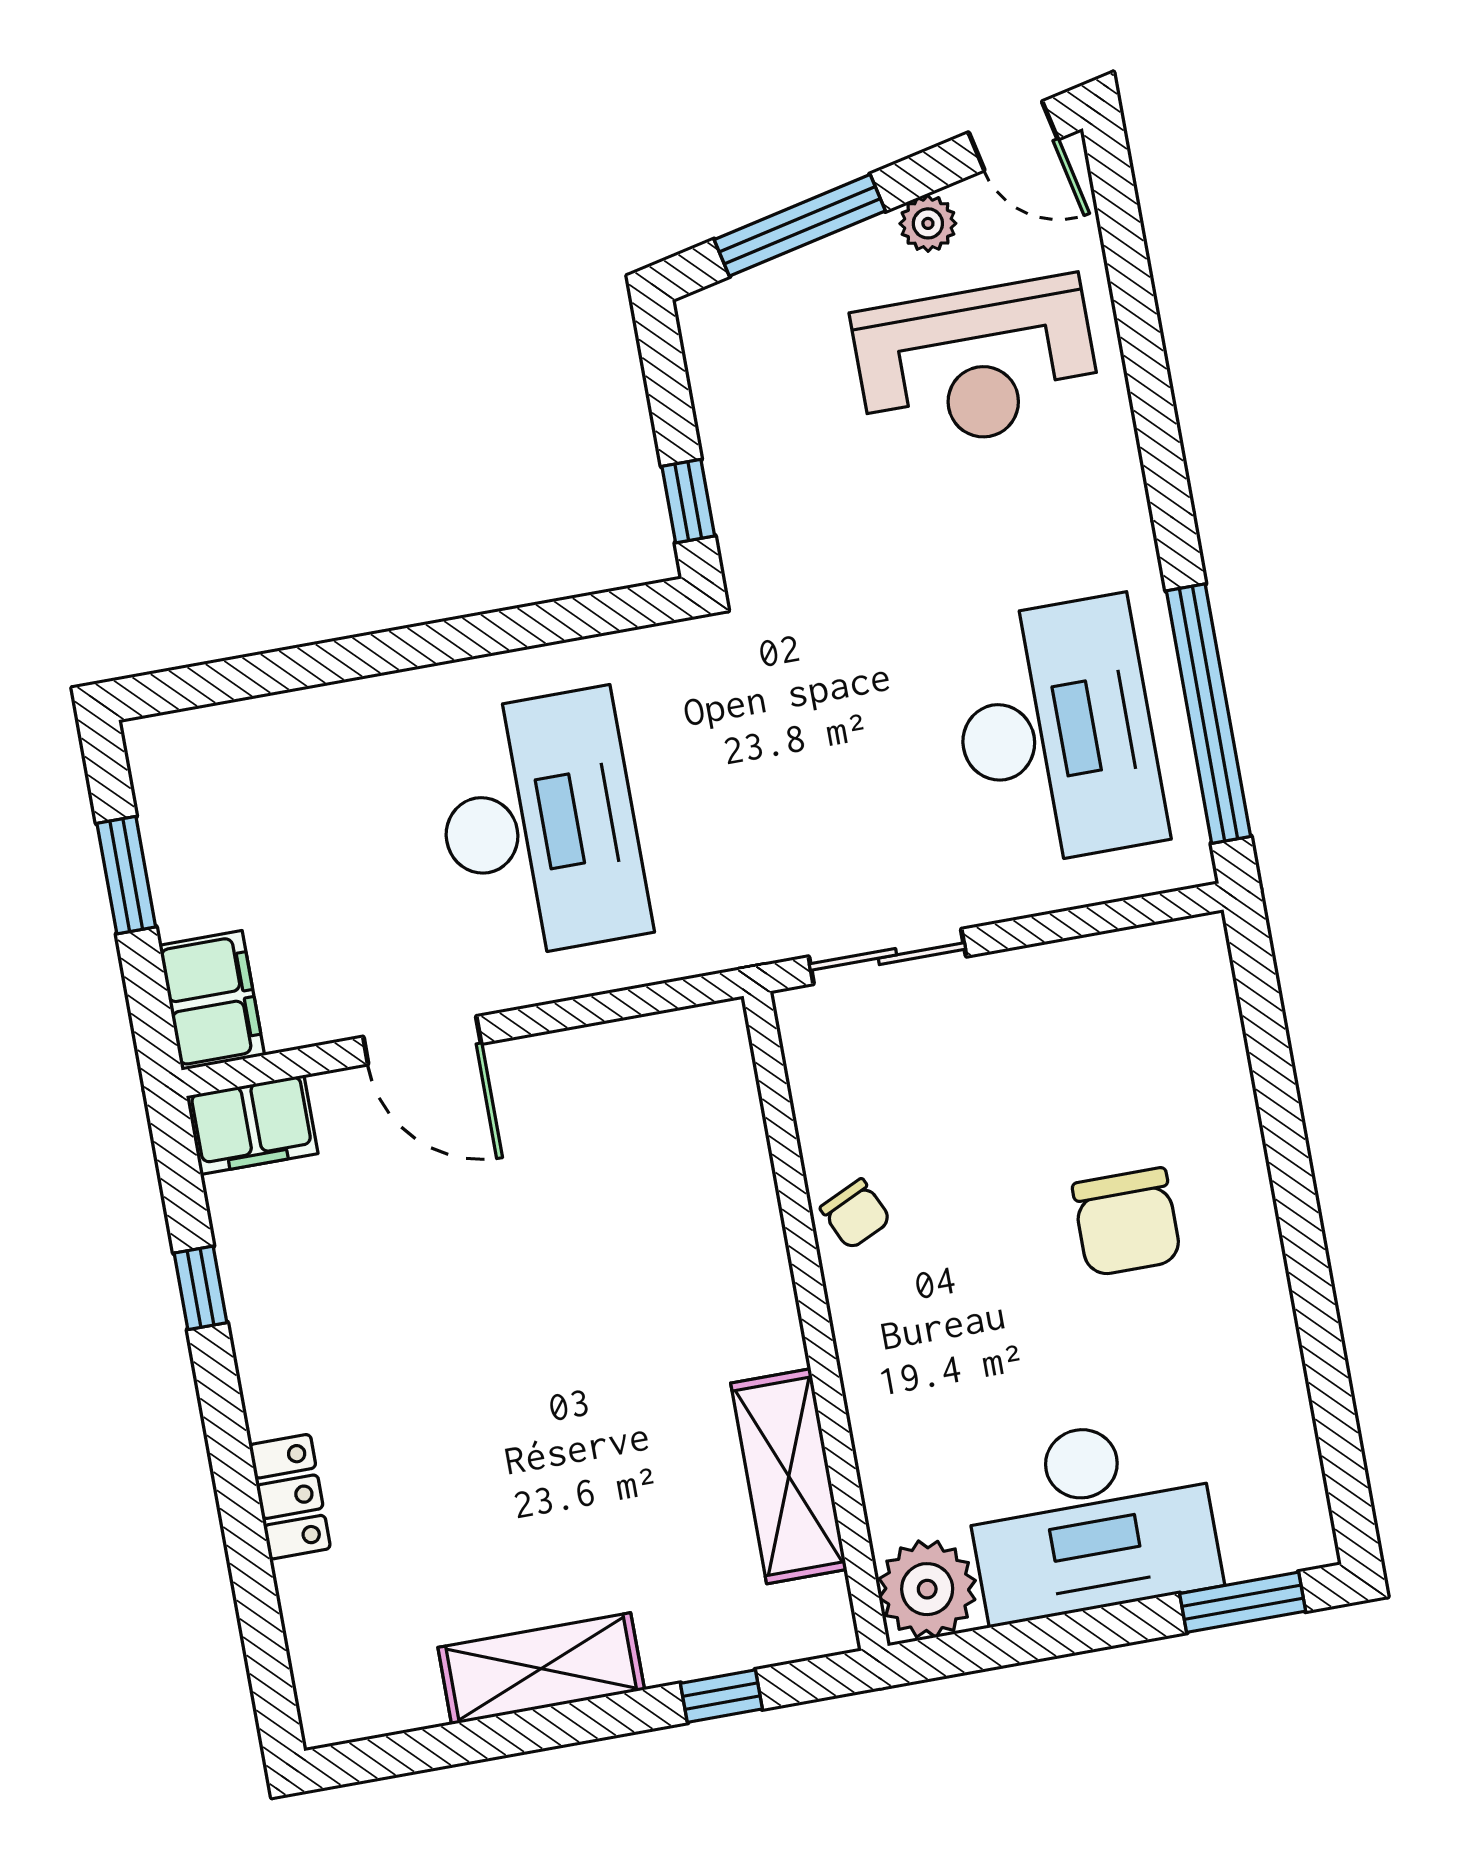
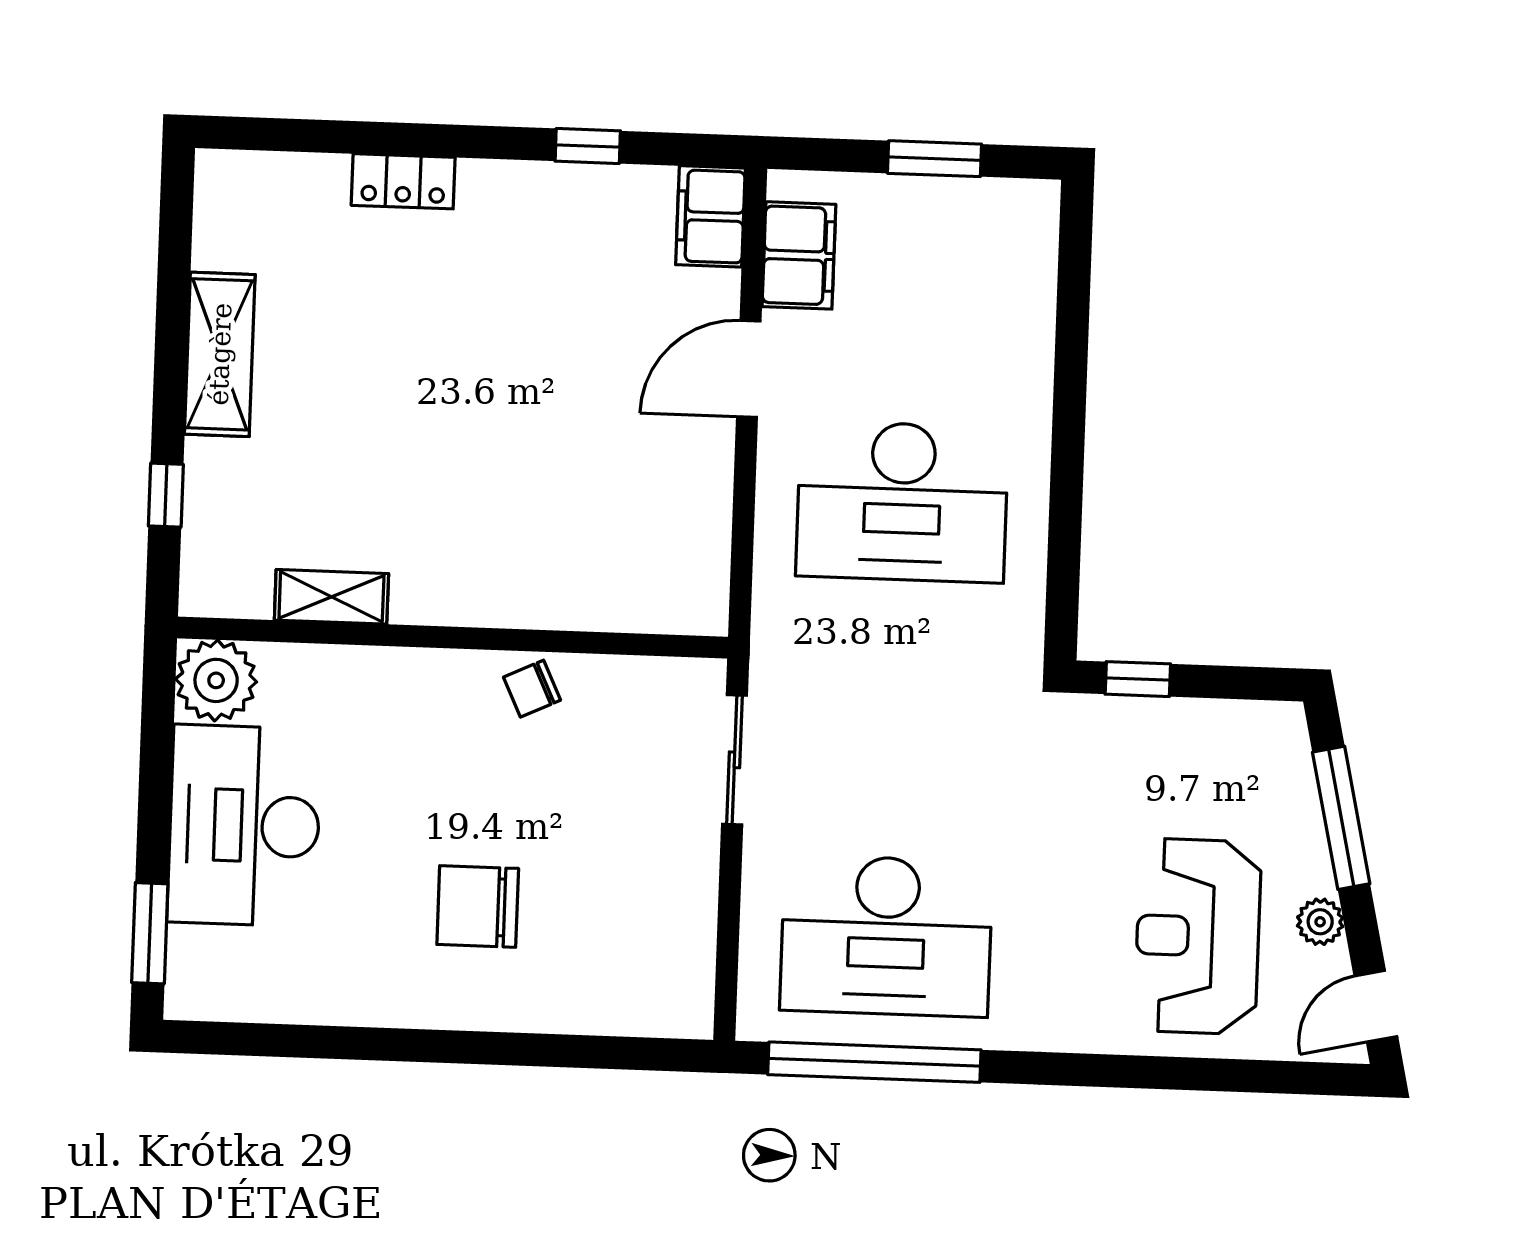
filing cabinet: (212, 1000) -> (799, 255), moved, turned -90
shelving: (789, 1476) -> (331, 597), width x0.67, depth x0.75

